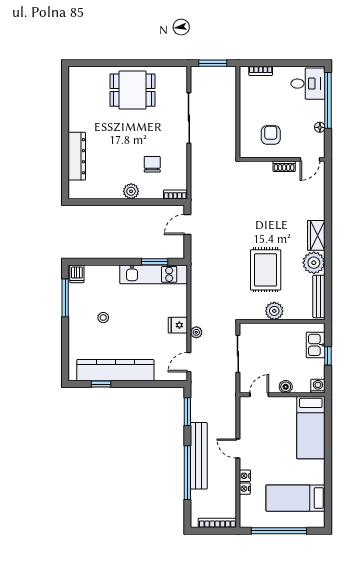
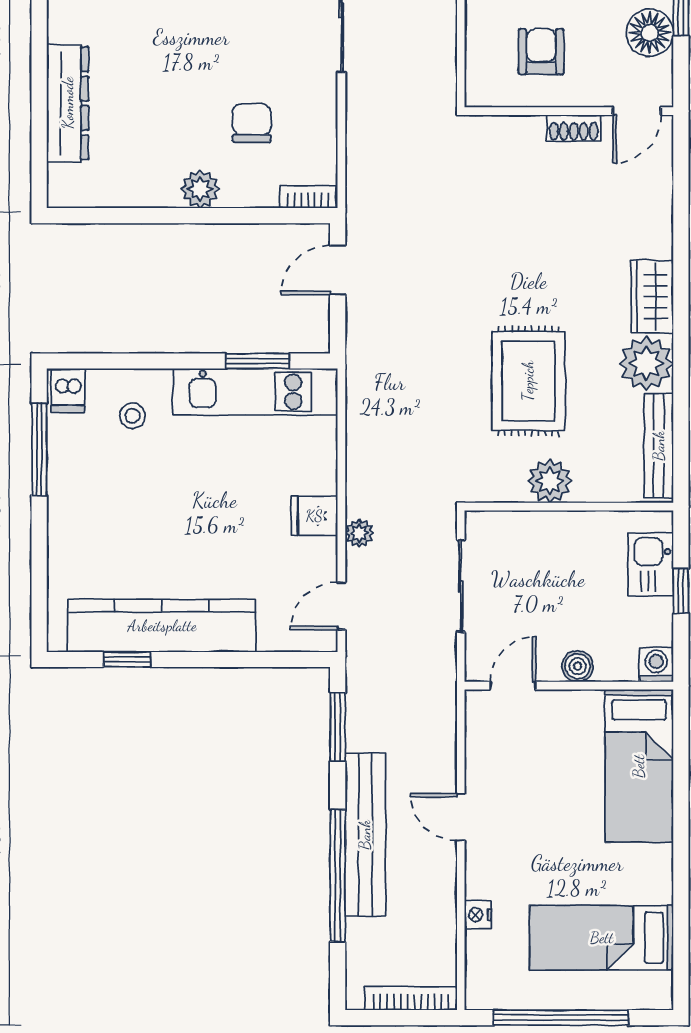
floor lamp: (320, 127) -> (650, 33), width x1.89, depth x1.89
stool: (103, 318) -> (132, 416), moved
nightstand: (245, 476) -> (478, 883), removed

